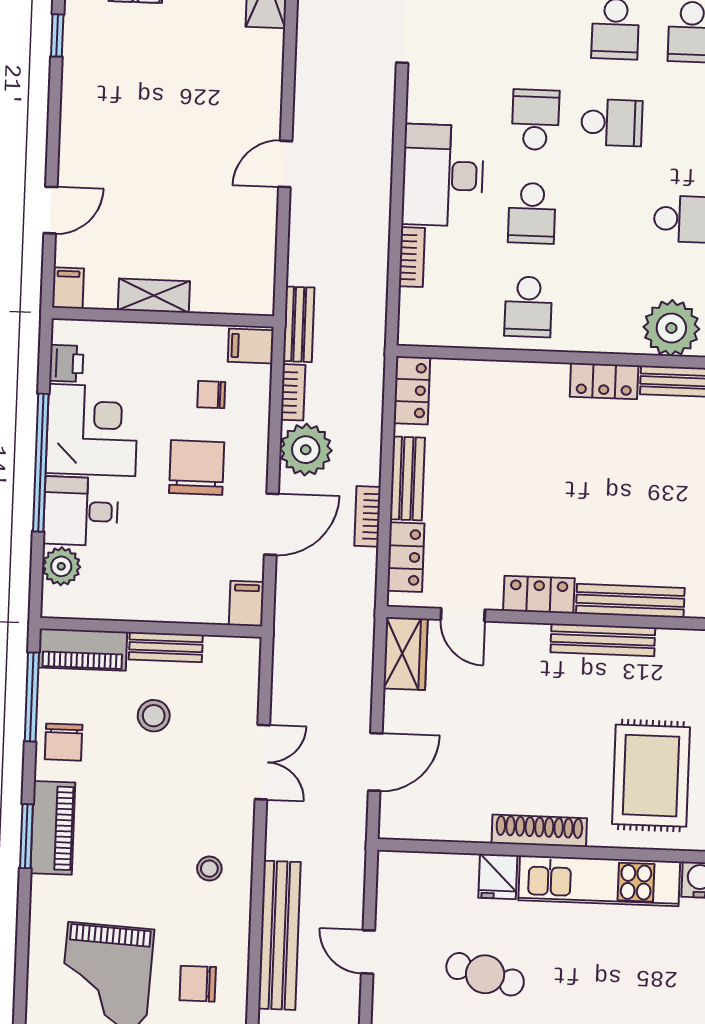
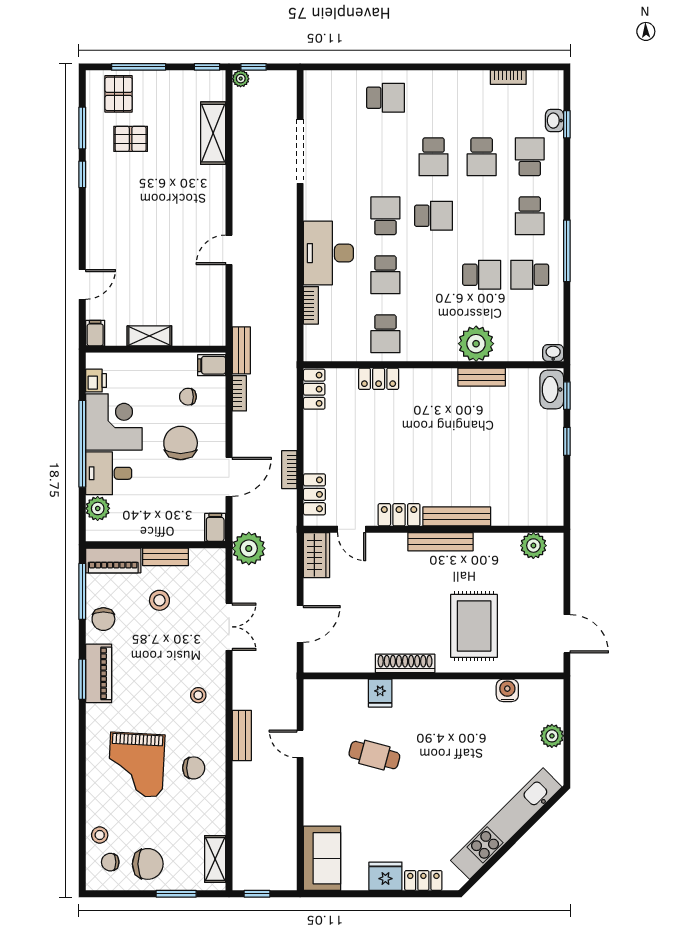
locker: (604, 381) -> (379, 379), moved
plant: (306, 450) -> (249, 548), moved
bench: (407, 478) -> (313, 445), removed
kitchen unit: (599, 881) -> (444, 693), removed
bench: (279, 935) -> (242, 735), width x0.54, depth x0.82
chair: (198, 984) -> (194, 768), turned 180

